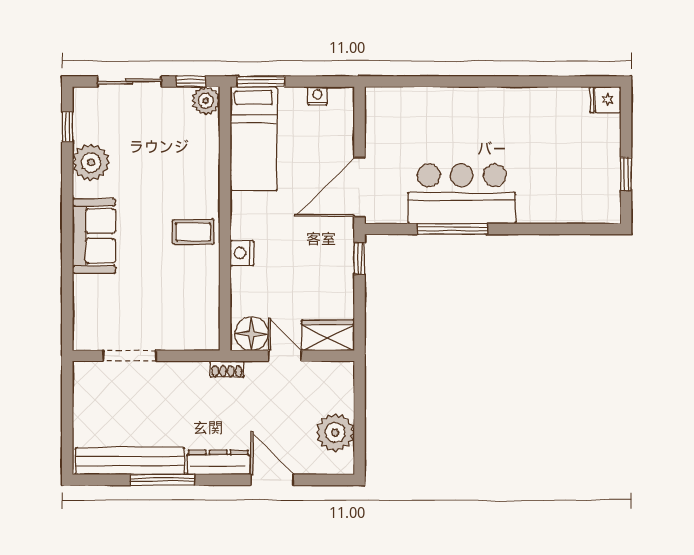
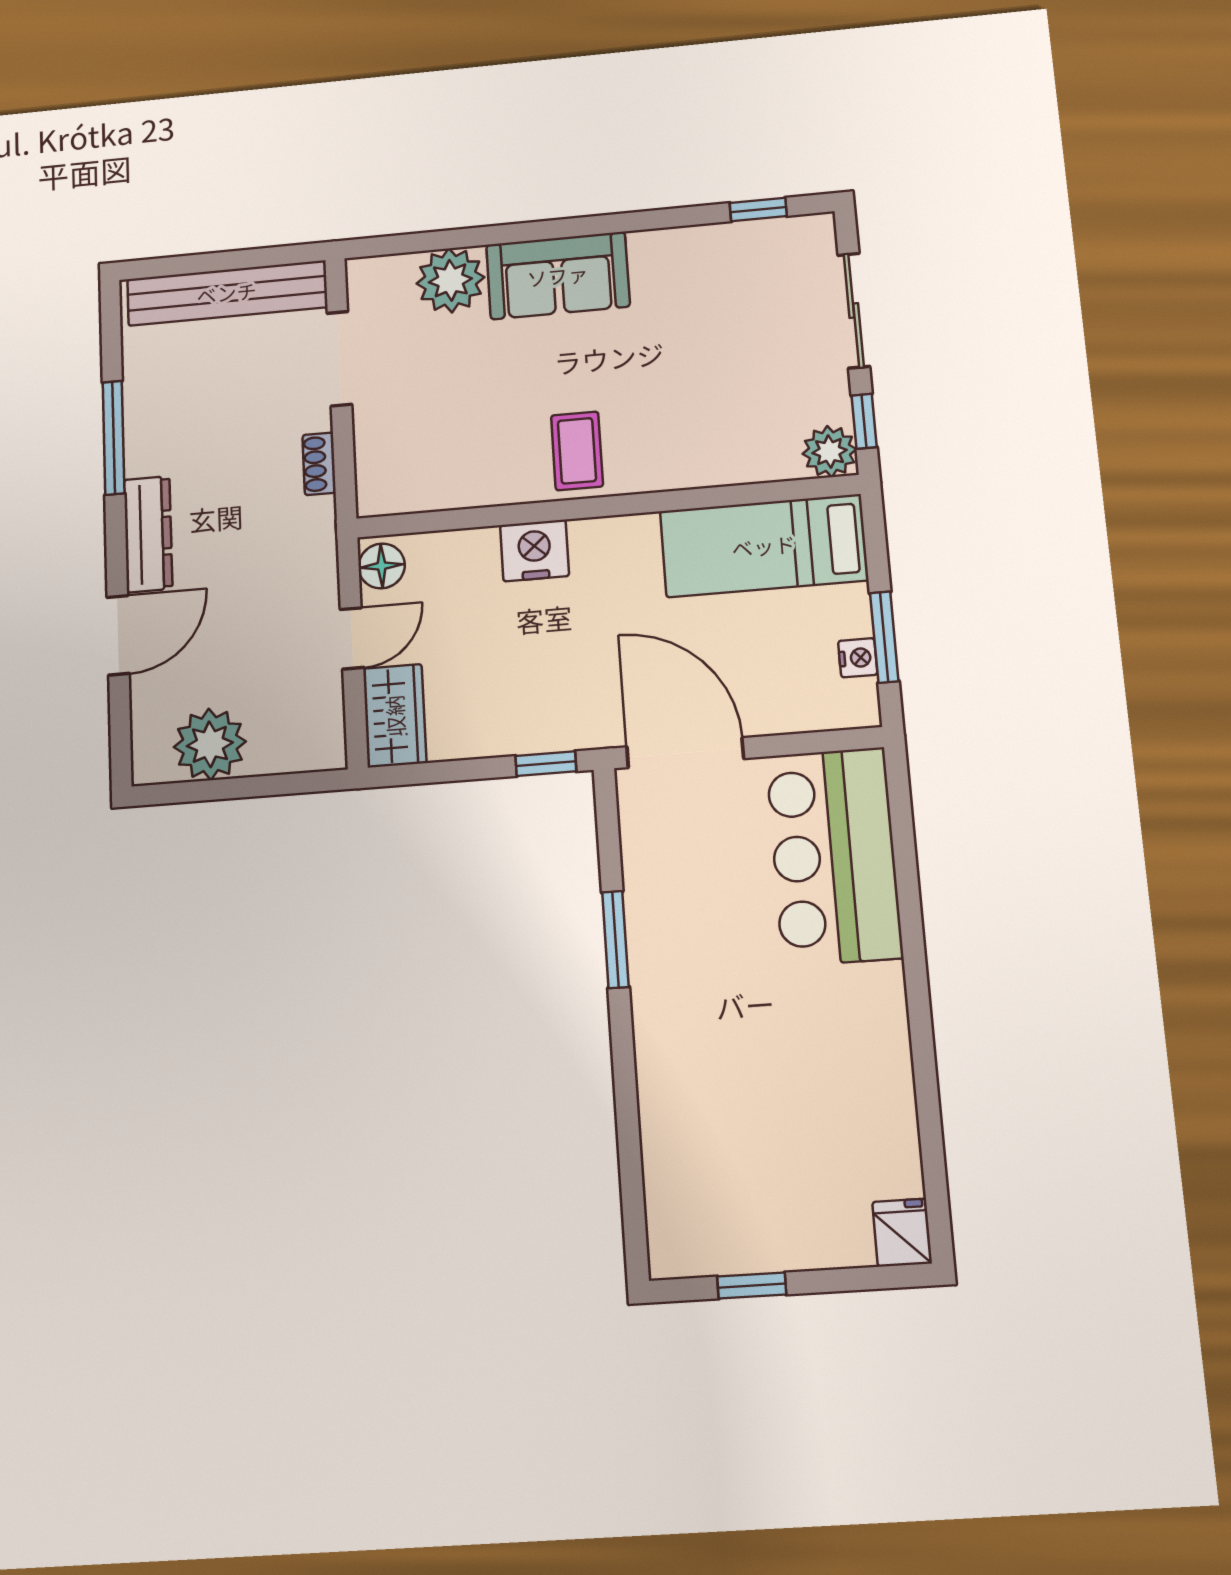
window: (261, 81) -> (884, 637), moved
plant: (91, 162) -> (450, 280), moved
bar counter: (462, 194) -> (834, 856), moved, turned 180
window: (453, 229) -> (615, 940), width x0.69
nightstand: (242, 253) -> (534, 551), width x1.36, depth x1.33
floor lamp: (251, 334) -> (382, 566), width x0.73, depth x0.73
shoe rack: (227, 369) -> (319, 464), moved
bench: (130, 461) -> (227, 293), moved, turned 90

